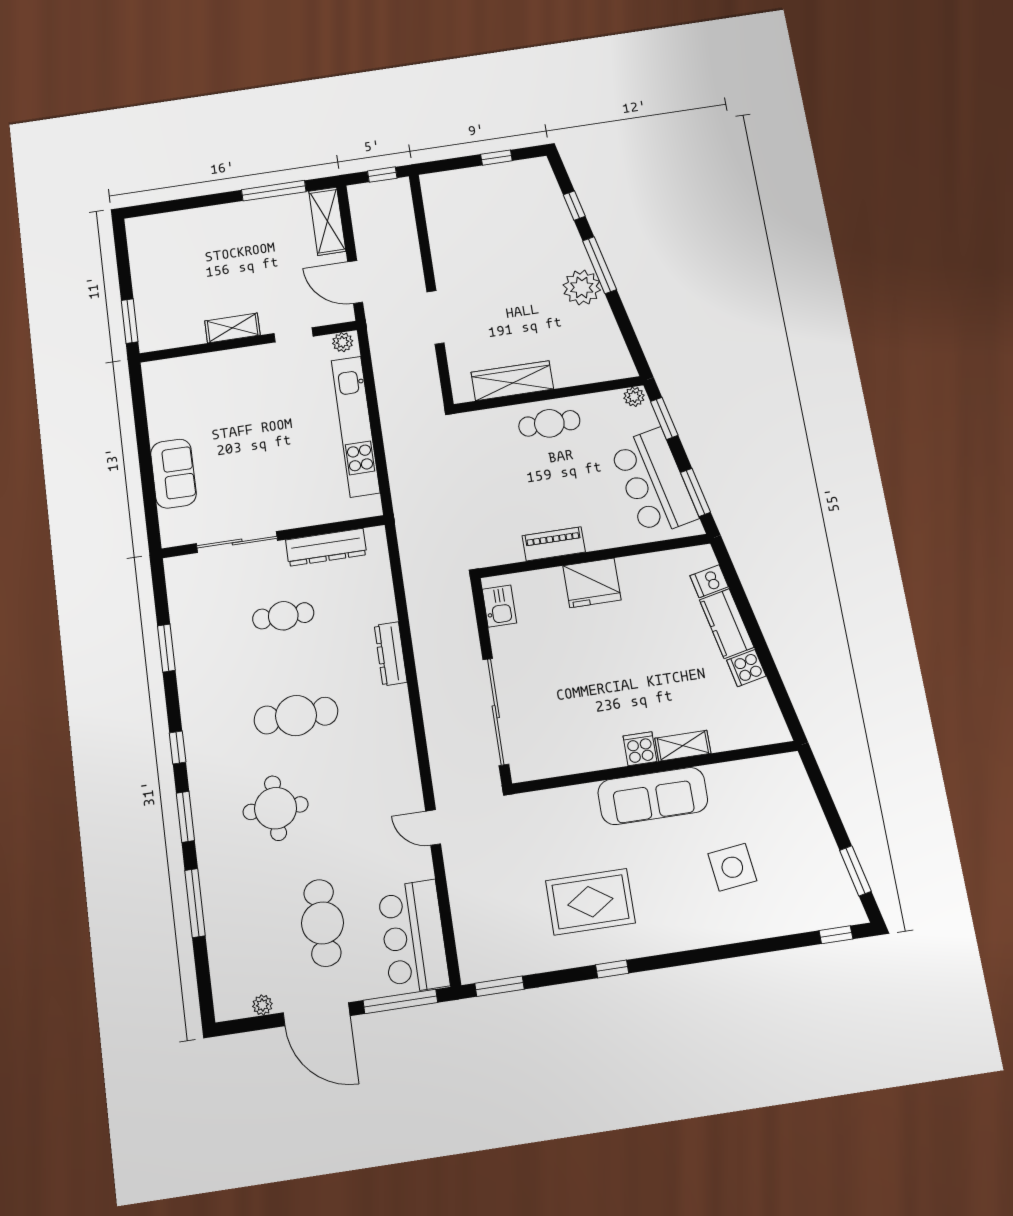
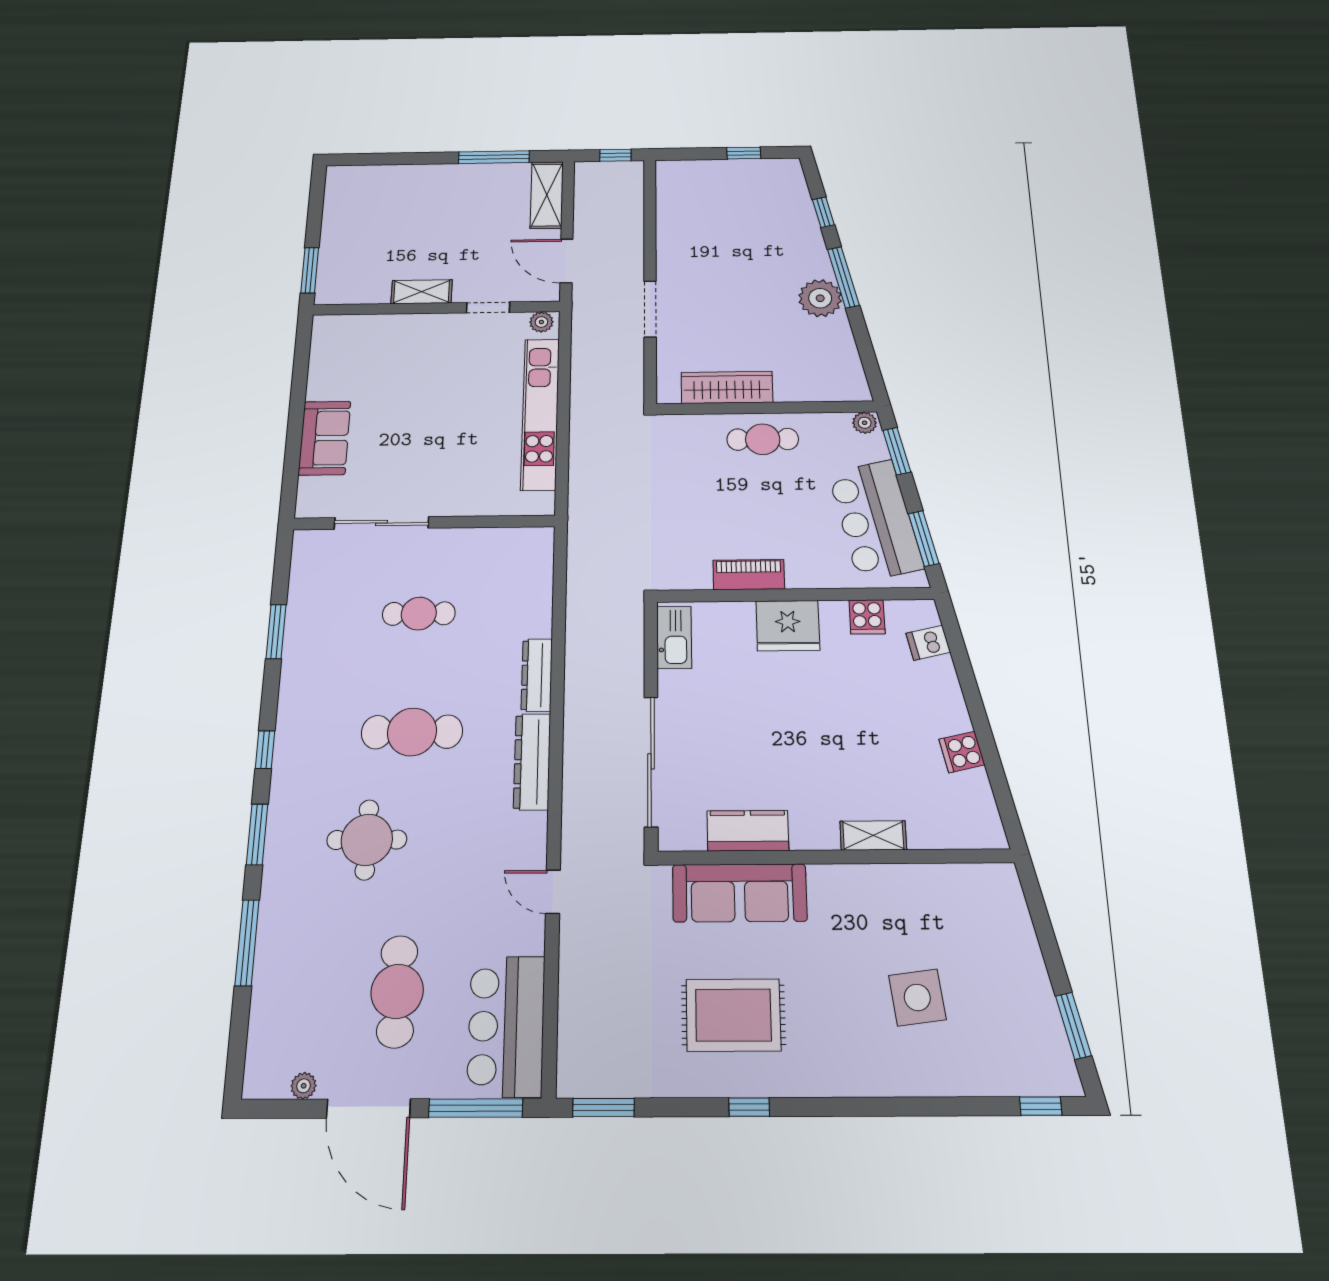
dresser: (326, 547) -> (532, 762), moved, turned 90
kitchen sink: (499, 606) -> (674, 637), width x1.38
kitchen counter: (727, 624) -> (748, 831), moved, turned 102
cooker: (640, 749) -> (867, 617), moved, turned 180
sofa: (653, 796) -> (740, 893), moved

